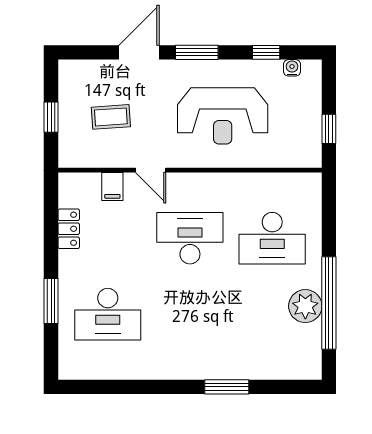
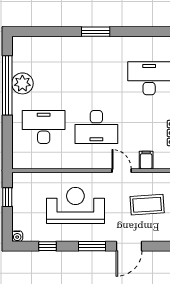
water cooler: (292, 68) -> (17, 236), moved
coffee table: (111, 117) -> (147, 205), width x1.36, depth x1.30
window: (227, 387) -> (96, 32), moved

